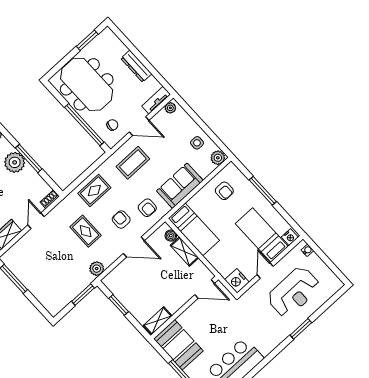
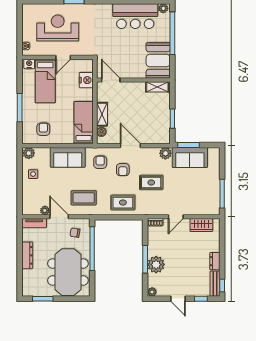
plant: (170, 108) -> (45, 211), moved
rug: (86, 231) -> (151, 182), turned 90
nightstand: (237, 281) -> (86, 80), moved
sofa: (72, 285) -> (190, 157), added

